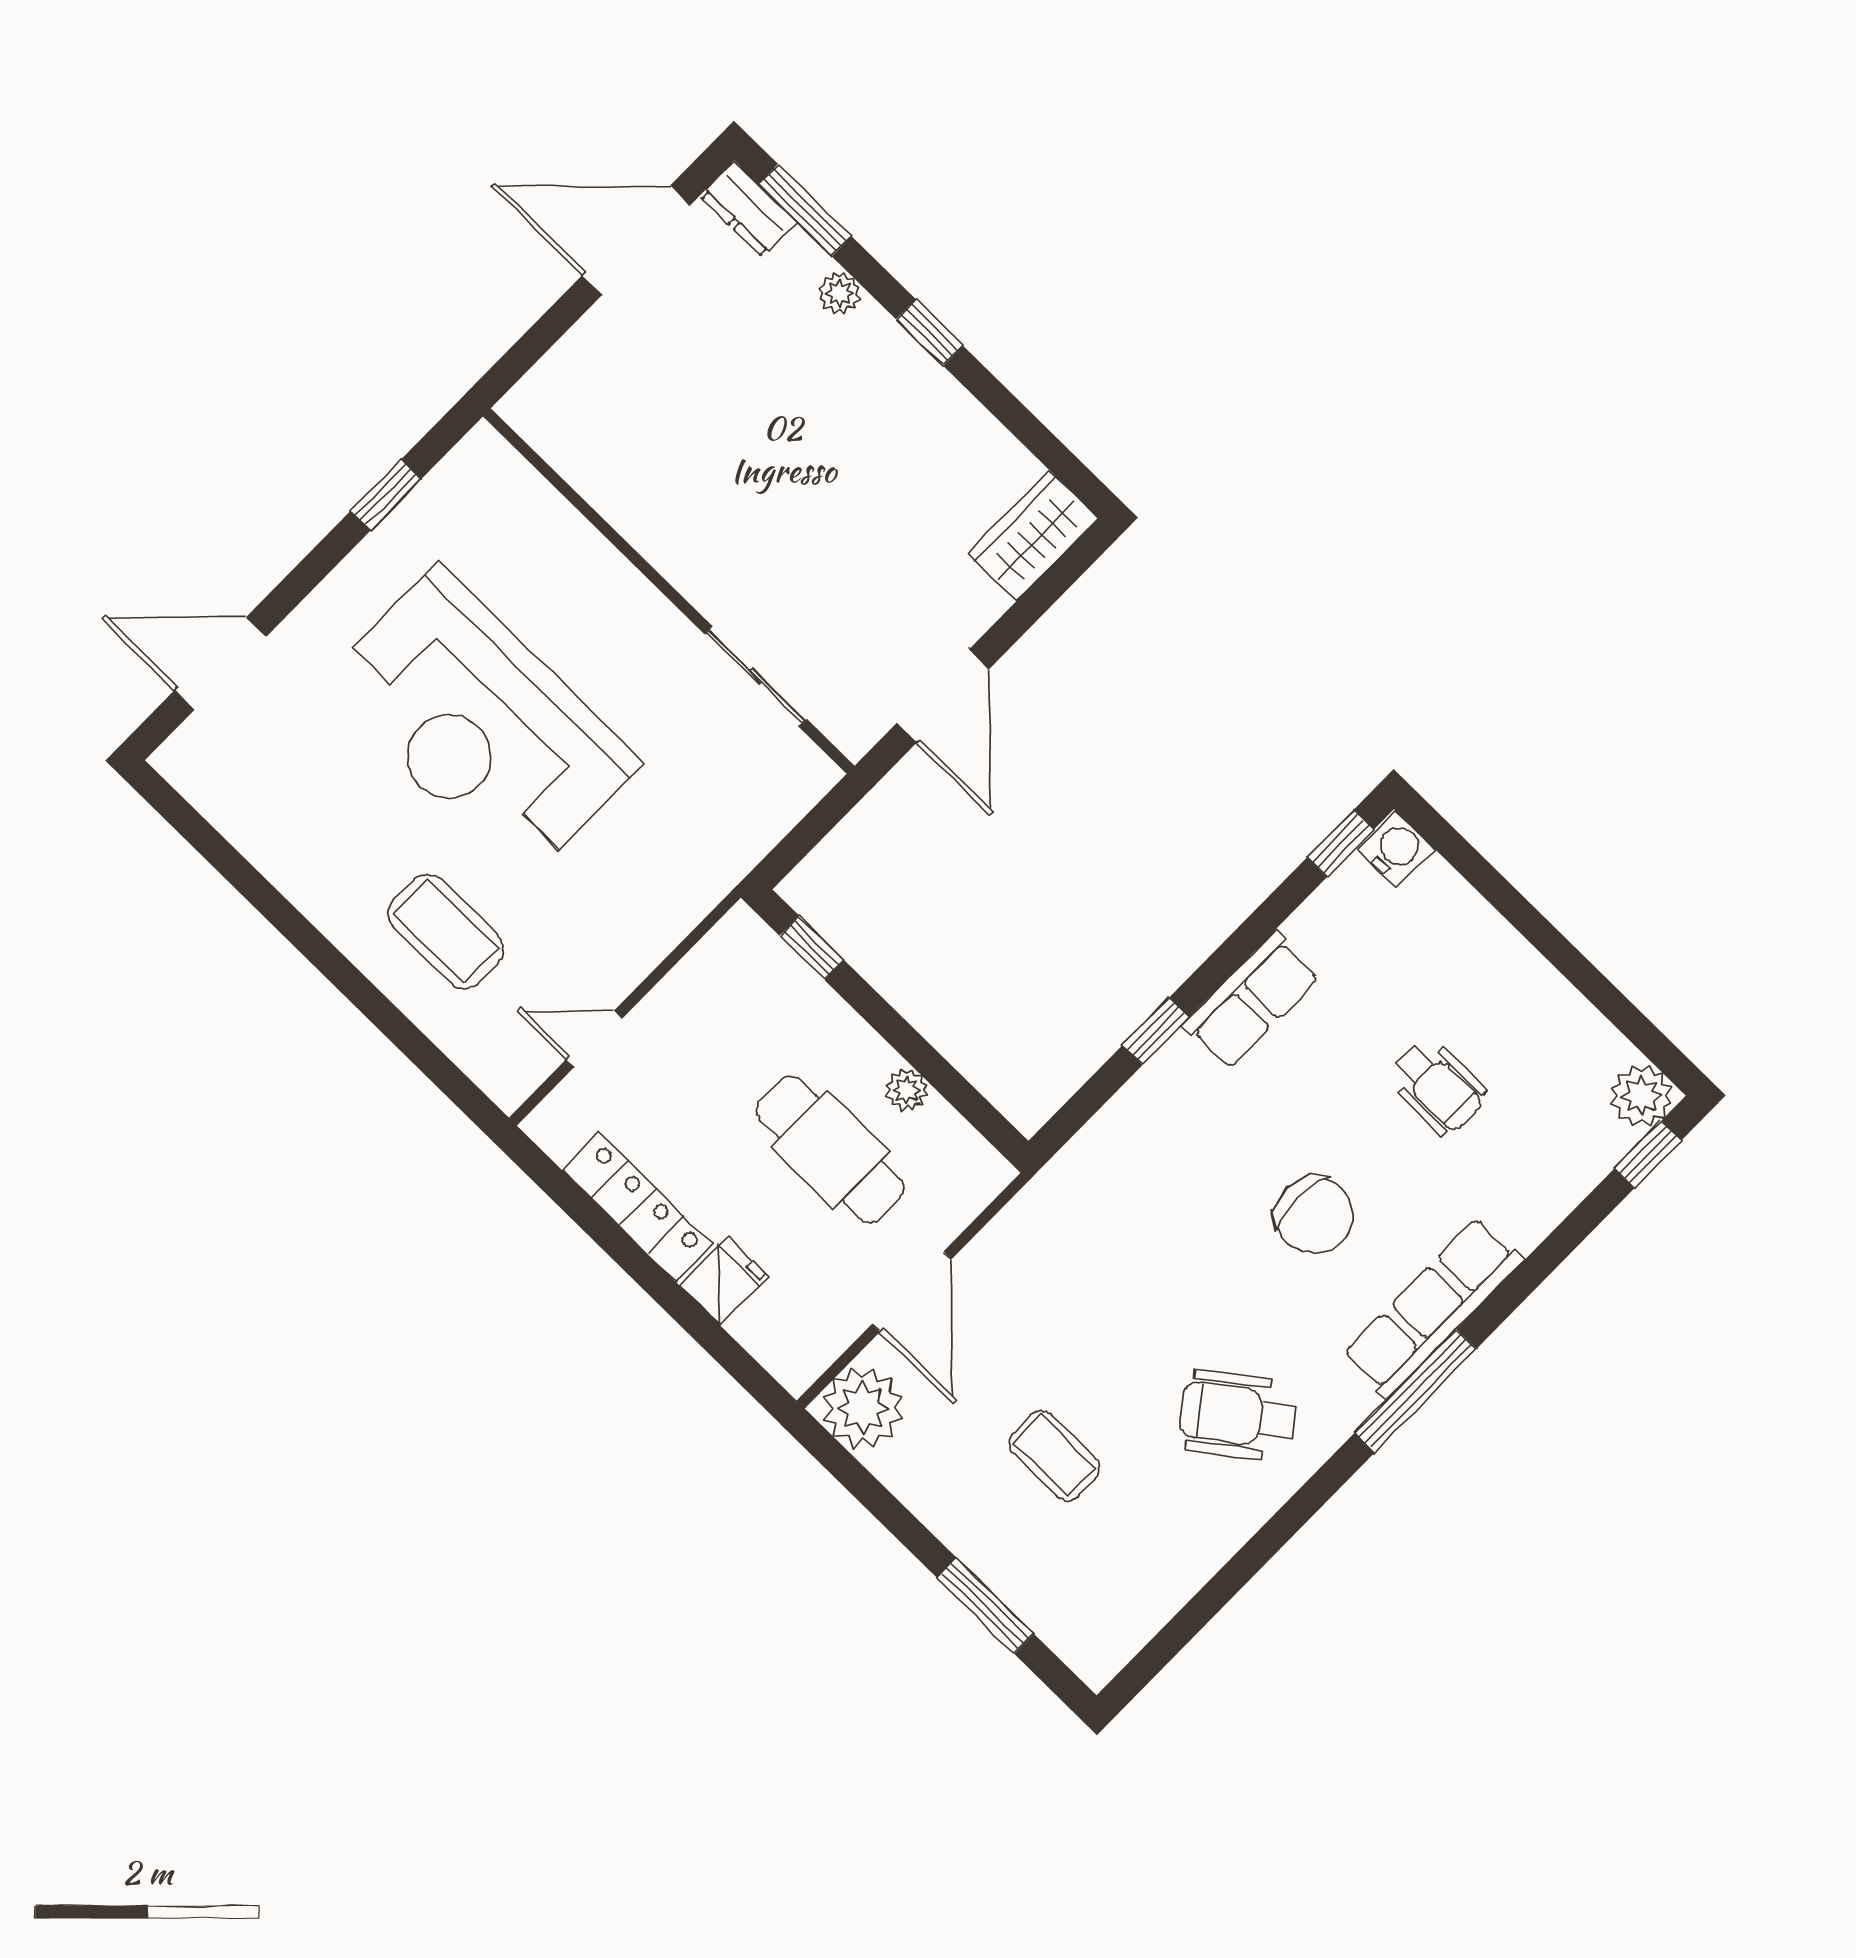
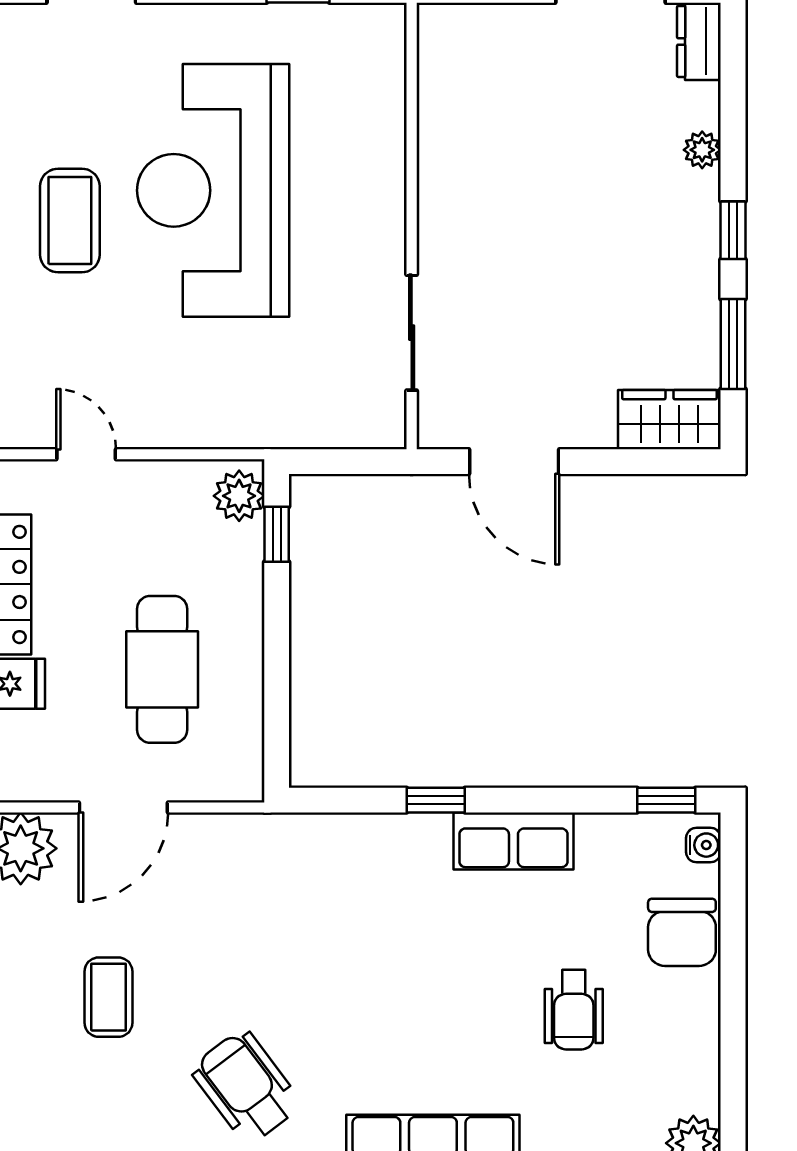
window: (805, 210) -> (733, 344), moved
door: (943, 696) -> (514, 462), hinge flipped
water cooler: (1396, 849) -> (703, 845), width x0.72, depth x0.72
coffee table: (446, 931) -> (70, 221), moved
plant: (907, 1090) -> (239, 496), moved, width x1.38, depth x1.38
chair: (1314, 1215) -> (682, 932), moved

